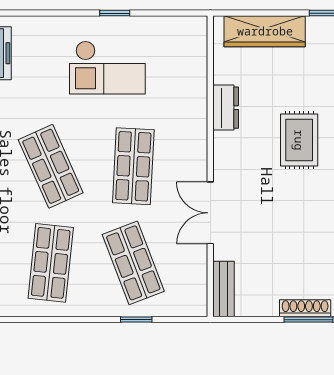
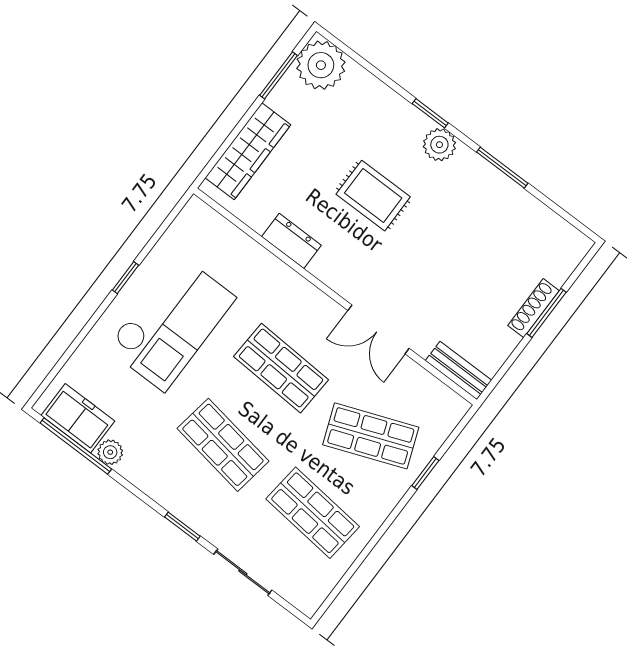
checkout: (107, 68) -> (171, 323), width x1.36, depth x1.21
shop shelf: (51, 166) -> (223, 445), turned 33

